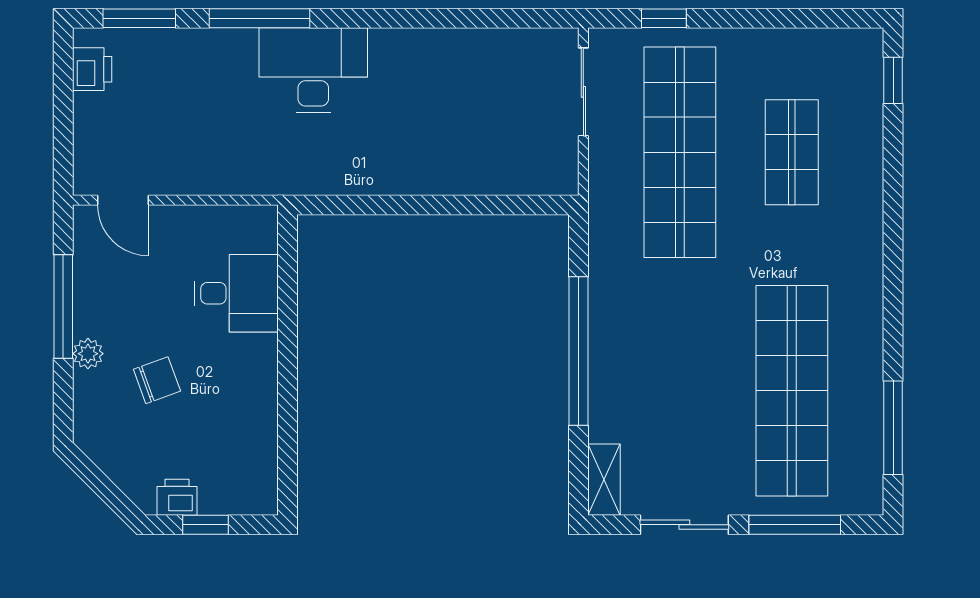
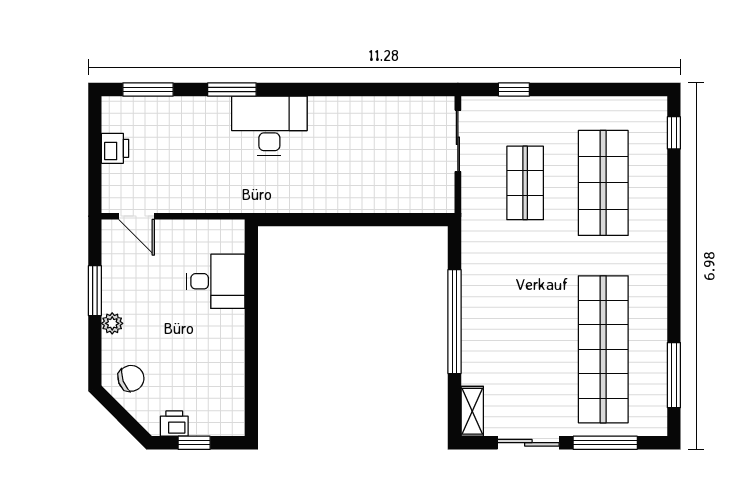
window: (259, 18) -> (232, 89), width x0.69
printer: (92, 69) -> (115, 148), moved
shop shelf: (680, 152) -> (525, 183), width x0.50, depth x0.74
shop shelf: (792, 152) -> (603, 183), width x1.43, depth x1.36
window: (63, 307) -> (95, 291), width x0.69
chair: (157, 380) -> (131, 378), moved

